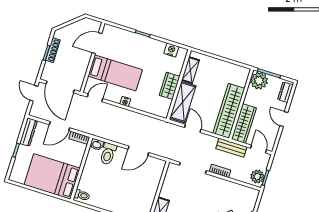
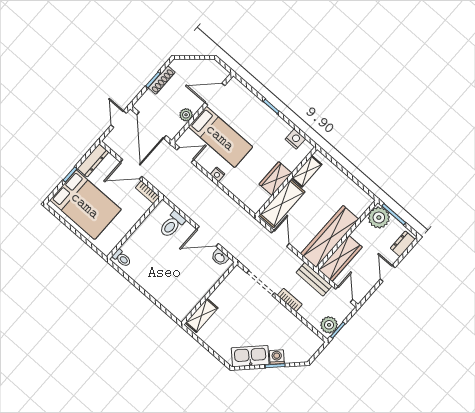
plant: (82, 68) -> (186, 115), added
washbasin: (97, 144) -> (220, 257), moved
bed: (52, 176) -> (85, 205), moved, turned 180

